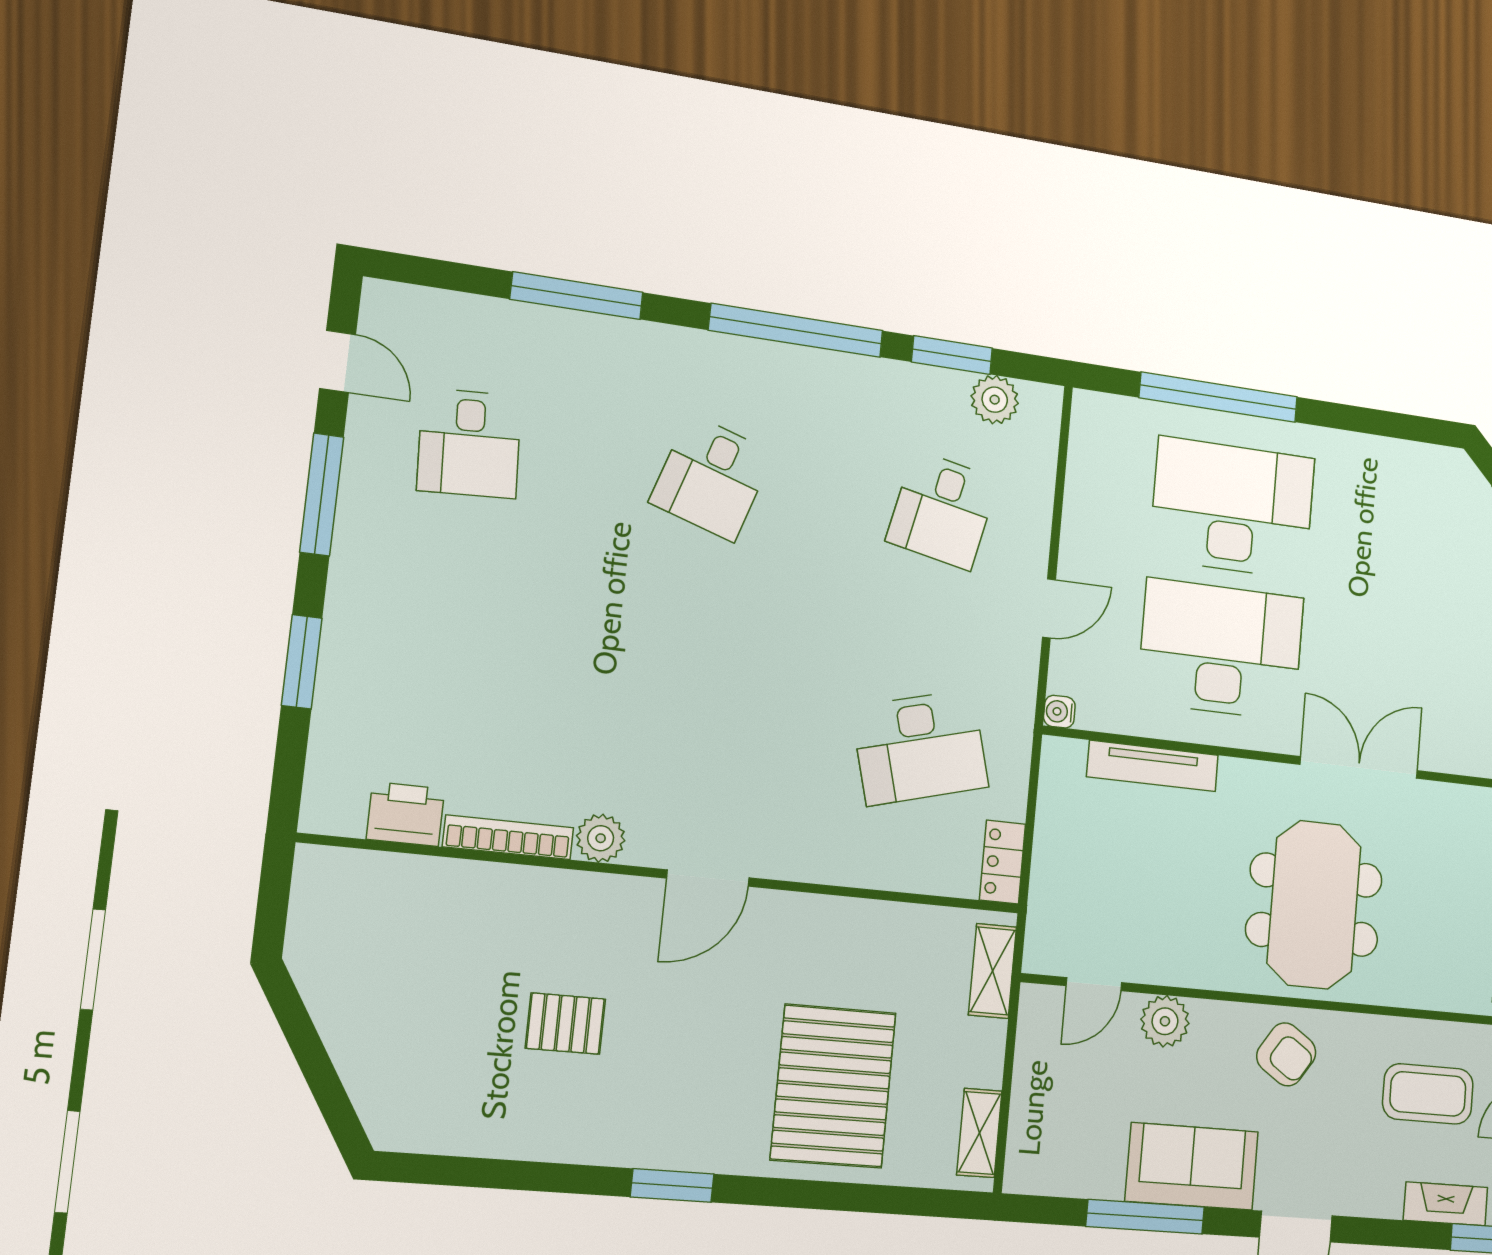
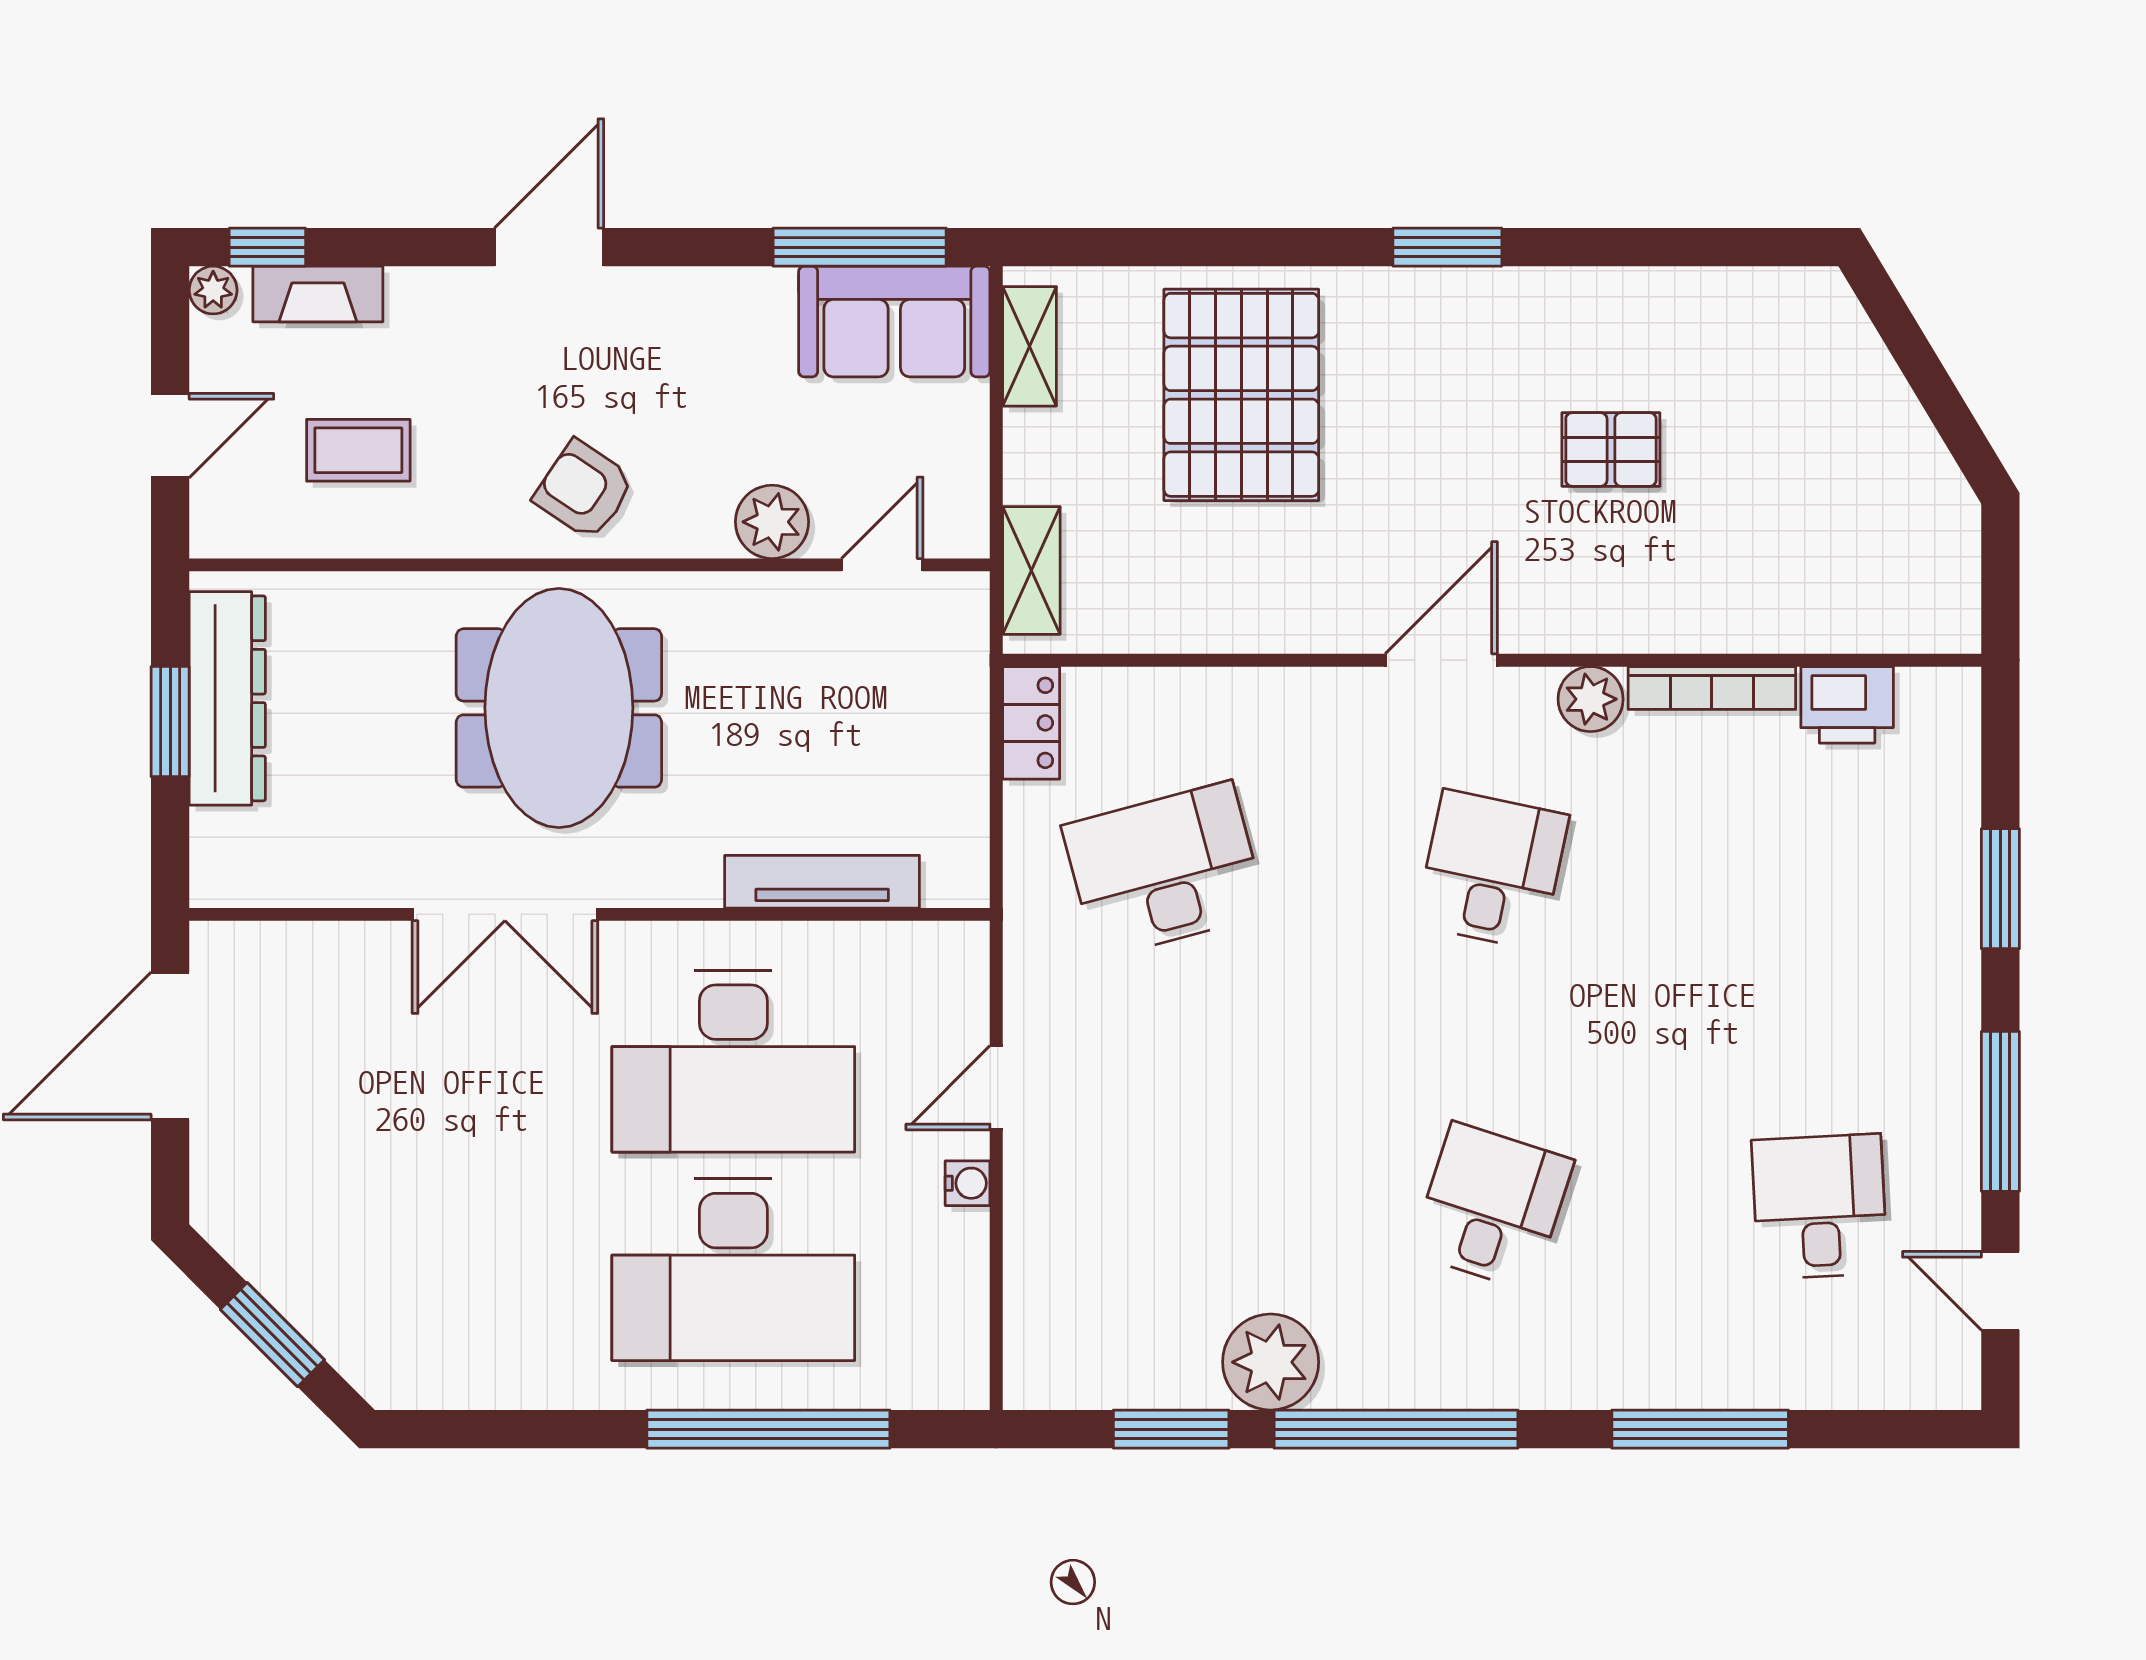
plant: (995, 400) -> (1271, 1362), moved, width x1.36, depth x1.36
desk: (942, 510) -> (1492, 870), moved
water cooler: (1059, 712) -> (968, 1183), moved
coffee table: (1428, 1094) -> (358, 450), width x0.73, depth x0.77
sofa: (1192, 1166) -> (894, 322), moved
window: (1145, 1217) -> (860, 247), moved

